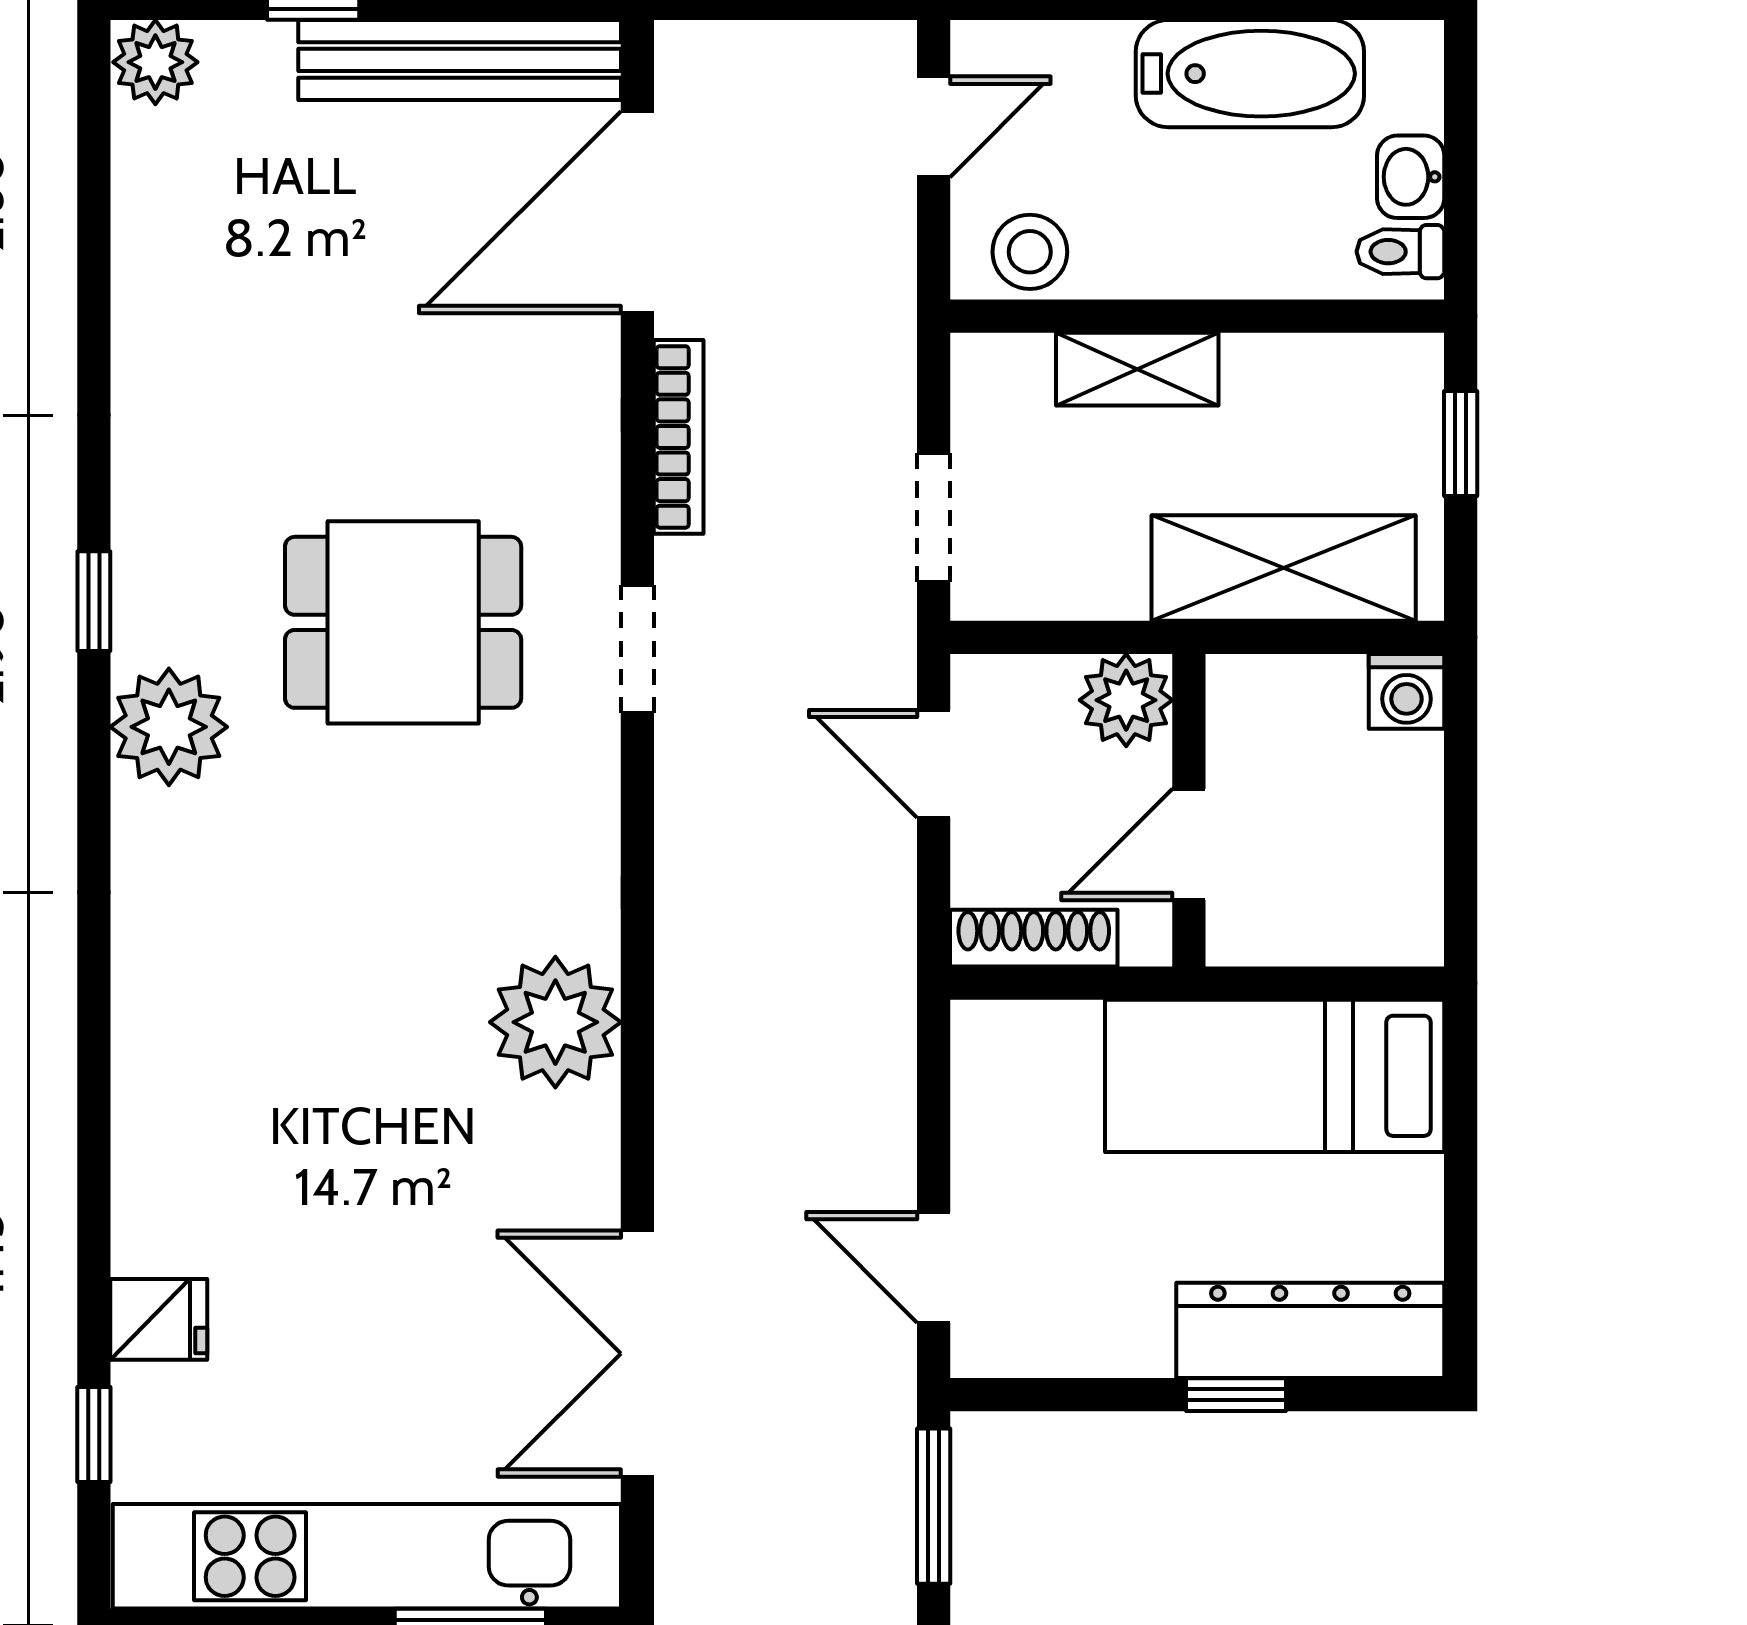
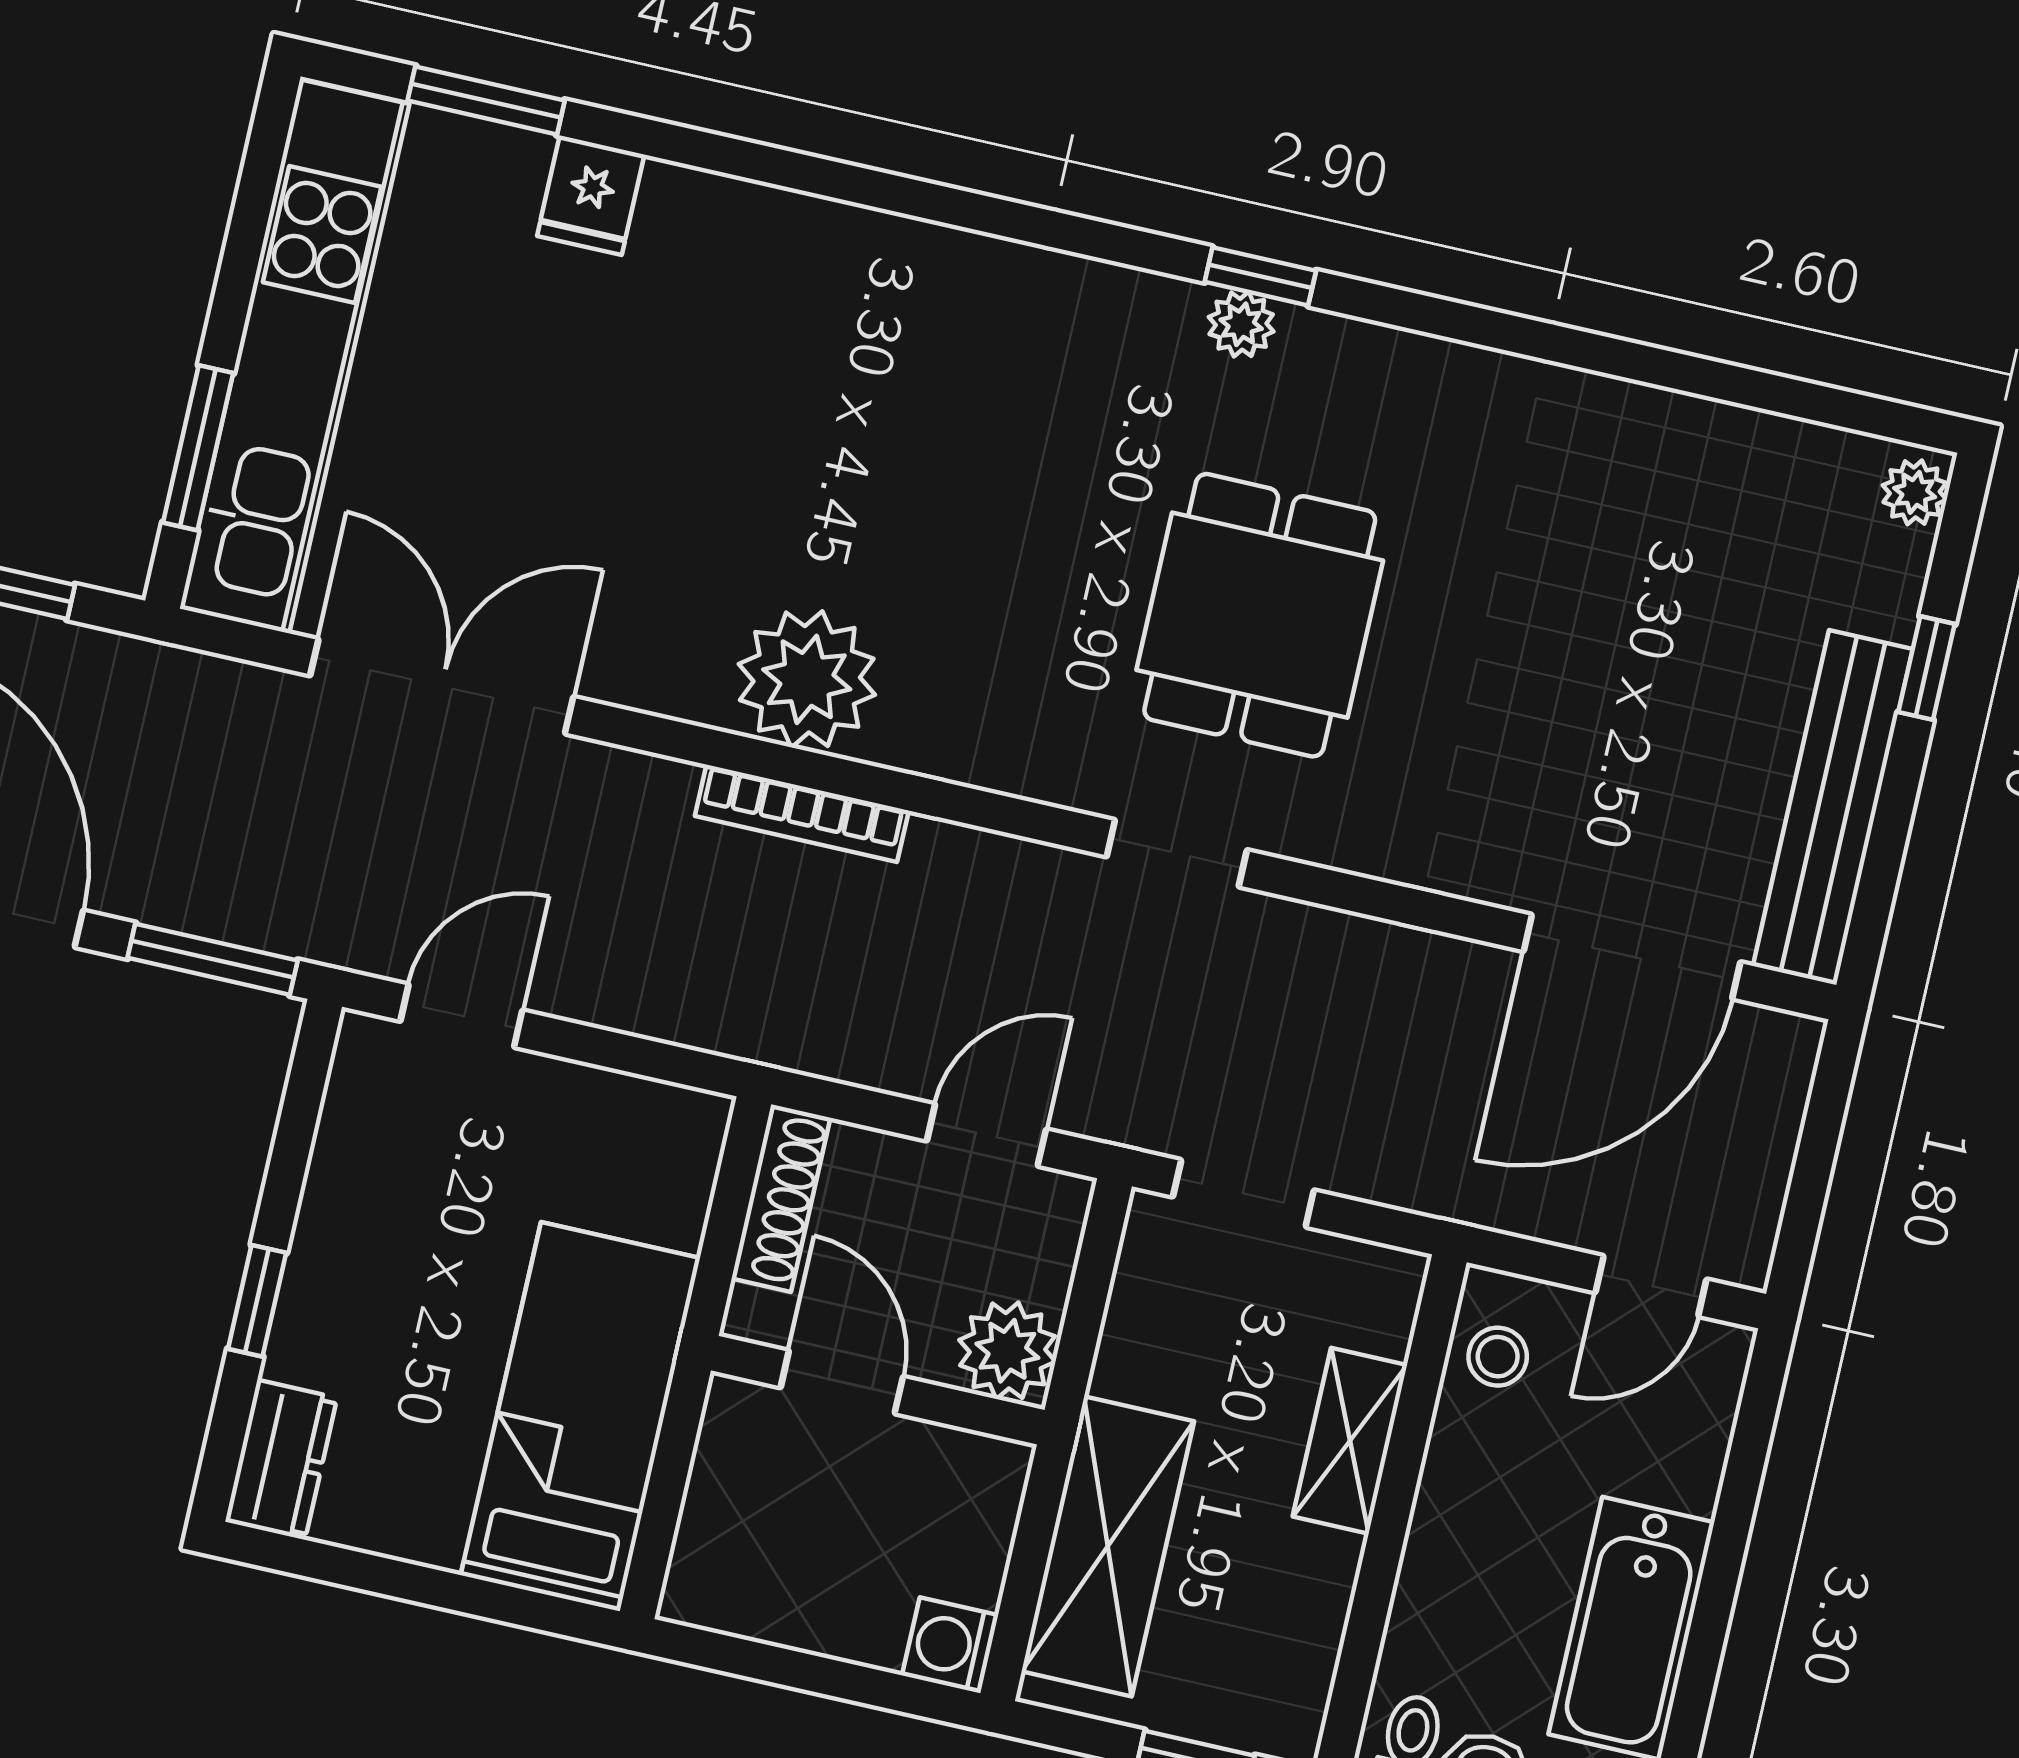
plant: (155, 62) -> (1915, 492), width x0.73, depth x0.73
door: (934, 127) -> (1651, 1286), hinge flipped
door: (637, 212) -> (1632, 957), swing flipped
stool: (1030, 252) -> (1498, 1357), width x0.73, depth x0.73
bookcase: (679, 437) -> (802, 813), moved
window: (94, 601) -> (1260, 276), moved
plant: (169, 727) -> (1241, 324), width x0.53, depth x0.53
dresser: (1310, 1330) -> (281, 1460), width x0.51, depth x0.80
window: (94, 1434) -> (486, 100), width x1.50

